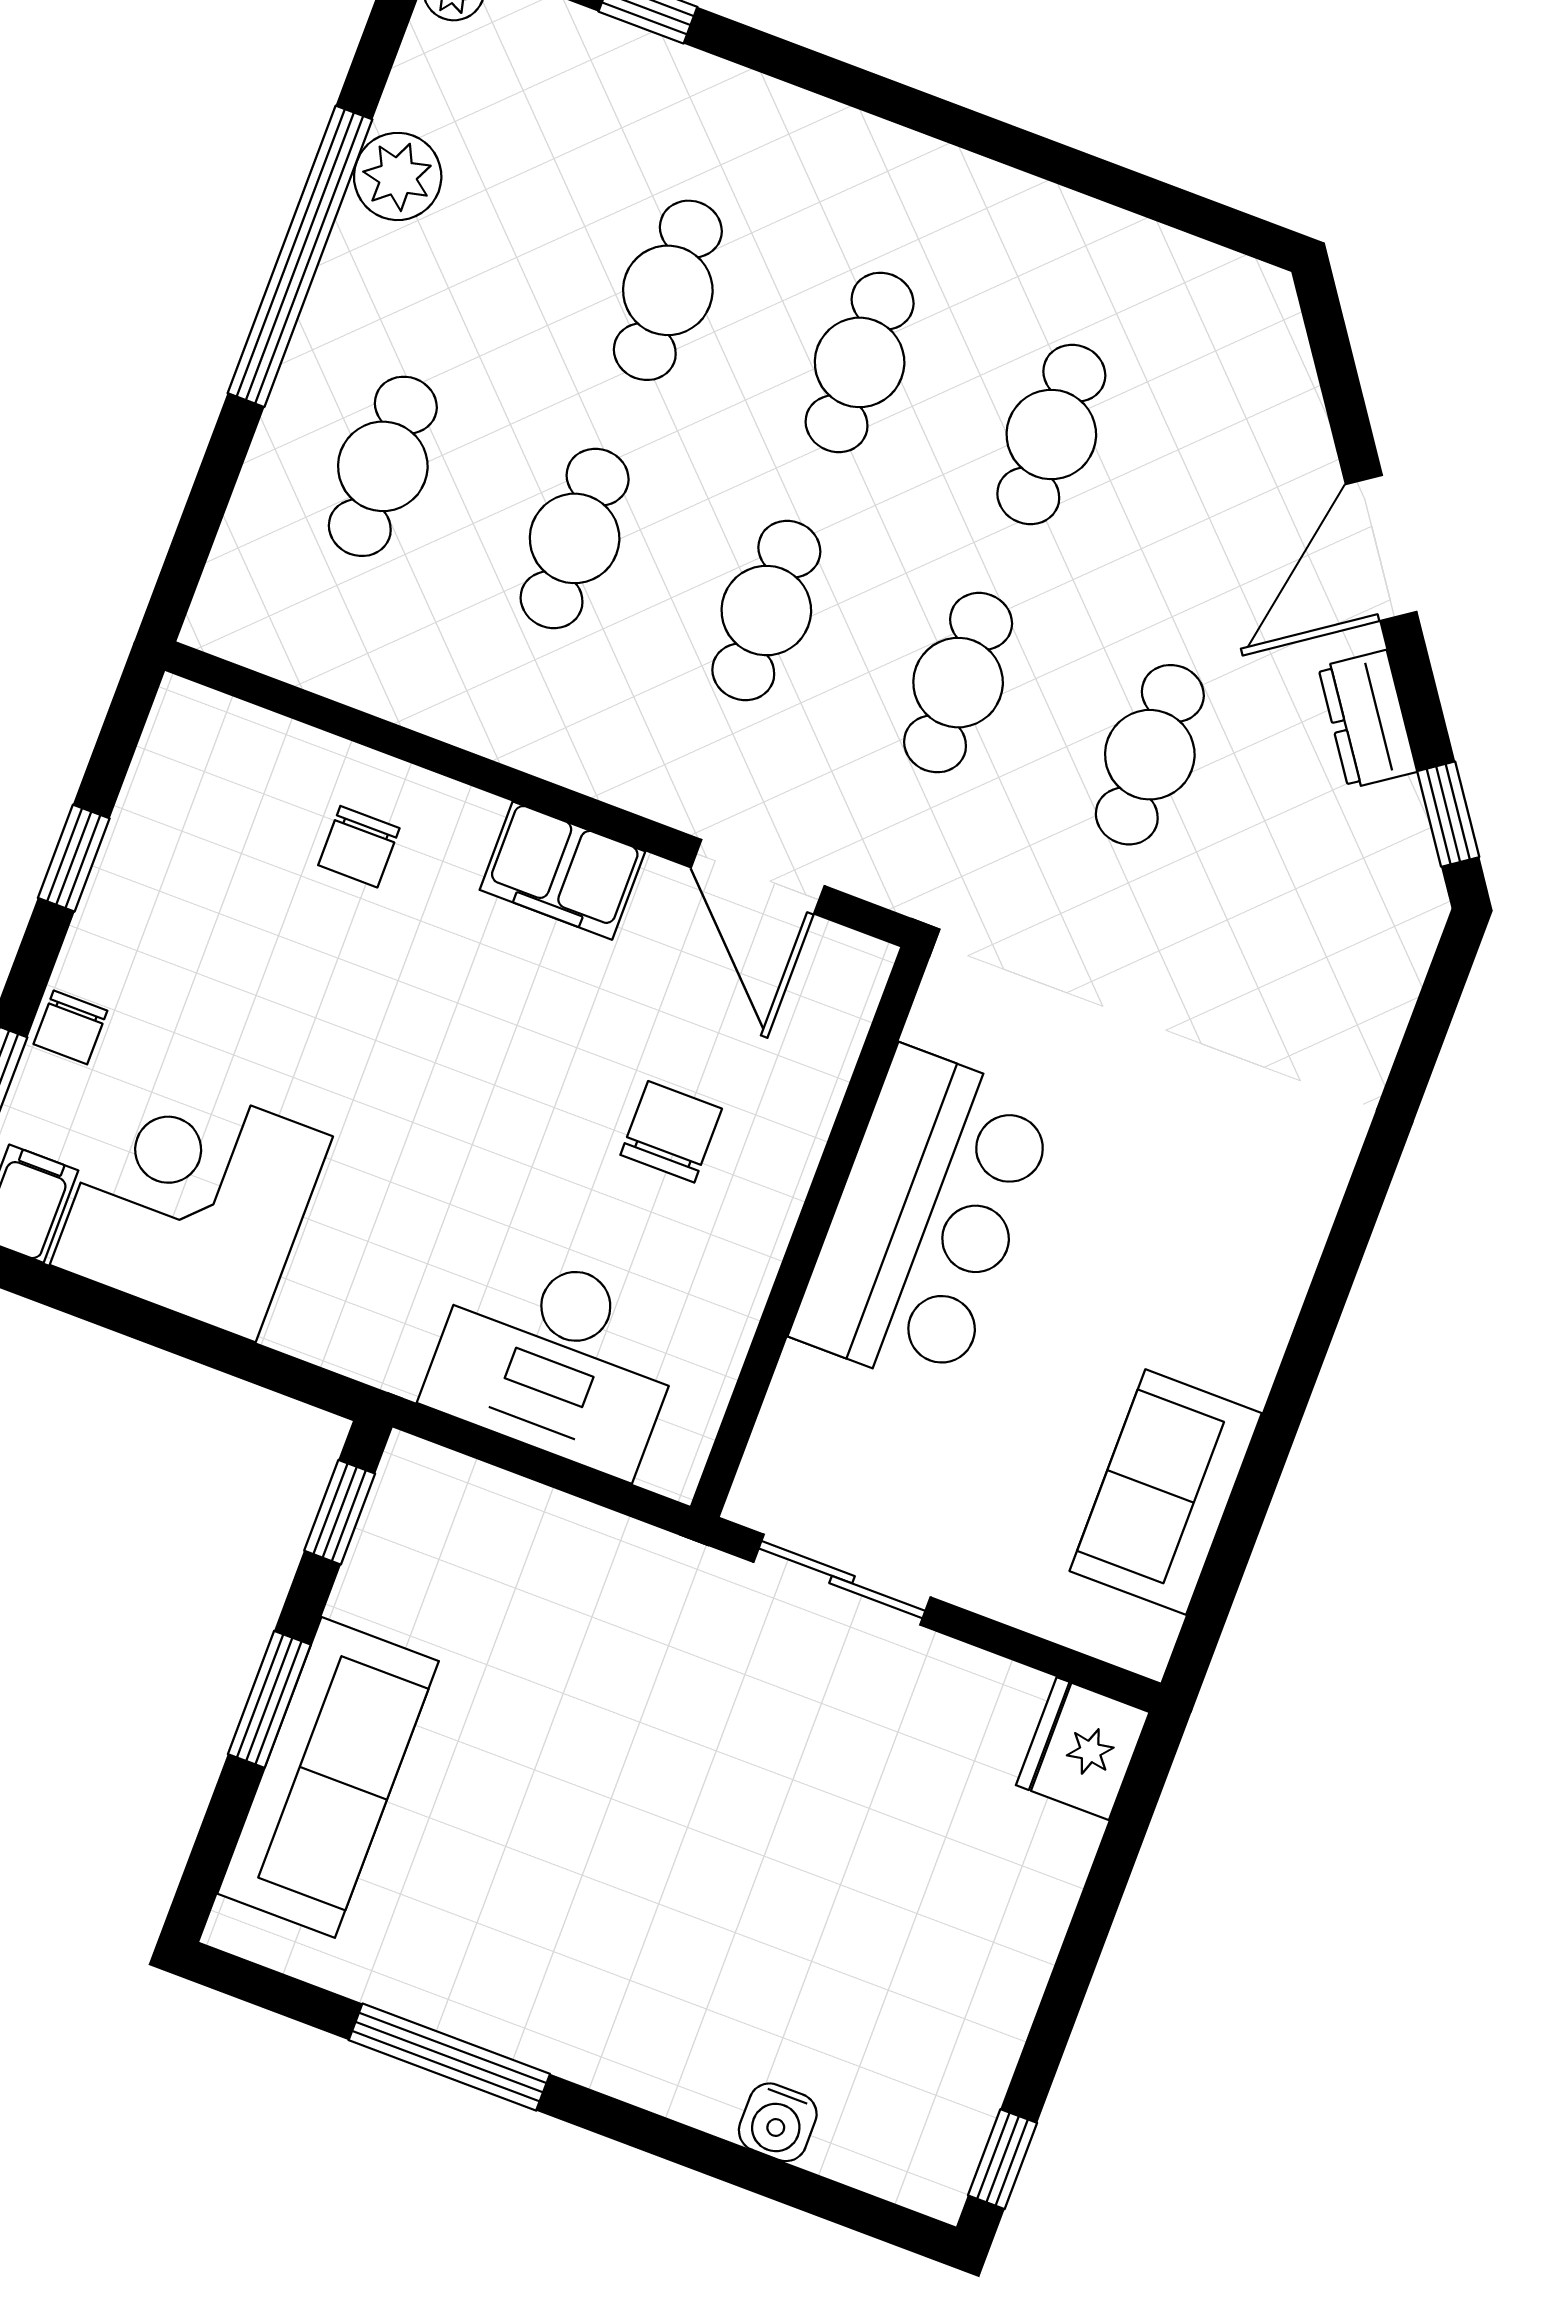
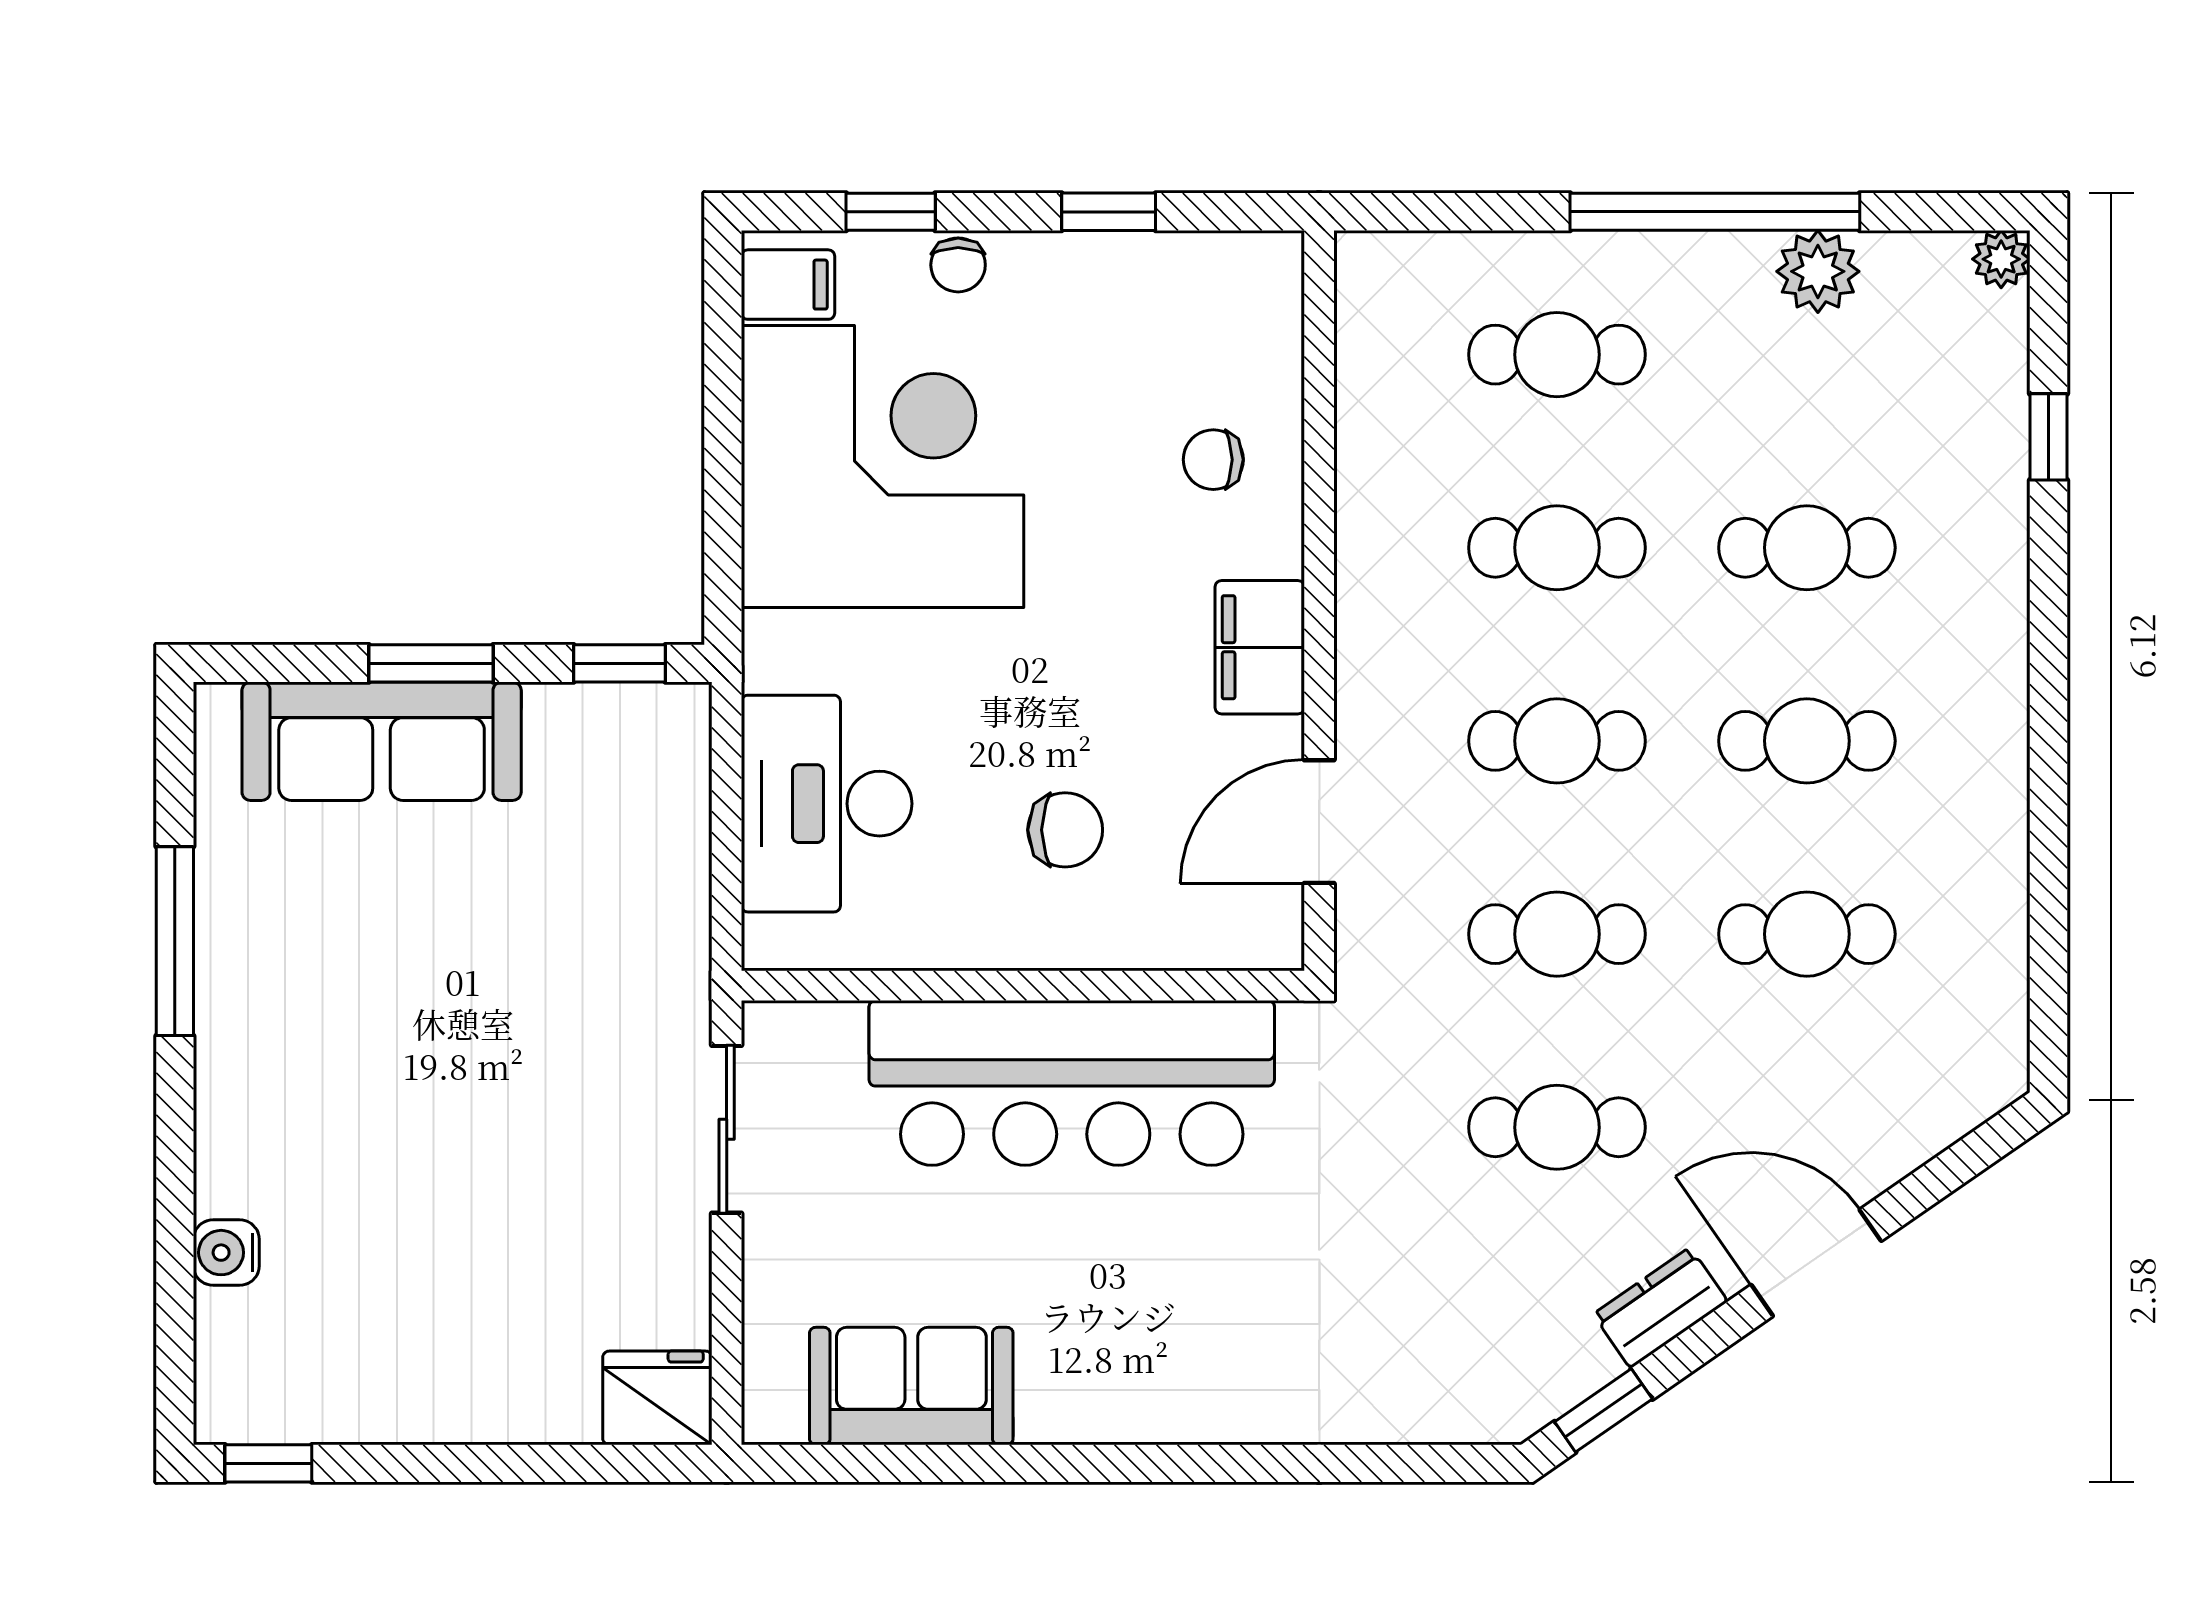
chair: (70, 1027) -> (958, 265), turned -90
corner desk: (191, 1201) -> (883, 467), width x1.36, depth x1.36
bar counter: (925, 1220) -> (1072, 1083), width x1.36

